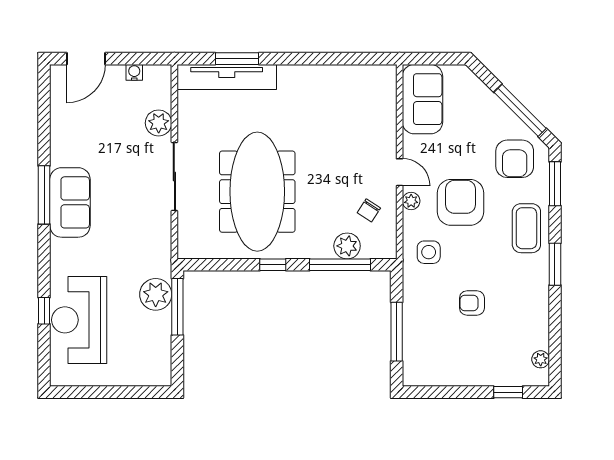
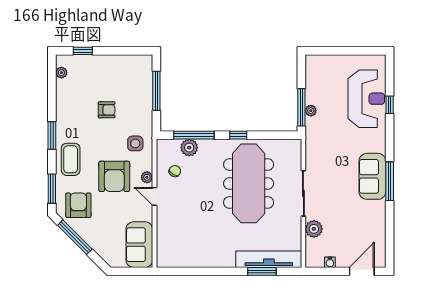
plant: (156, 294) -> (311, 111), width x0.53, depth x0.53

